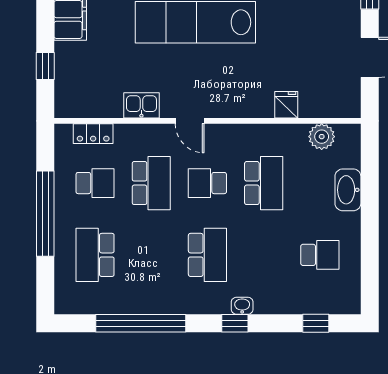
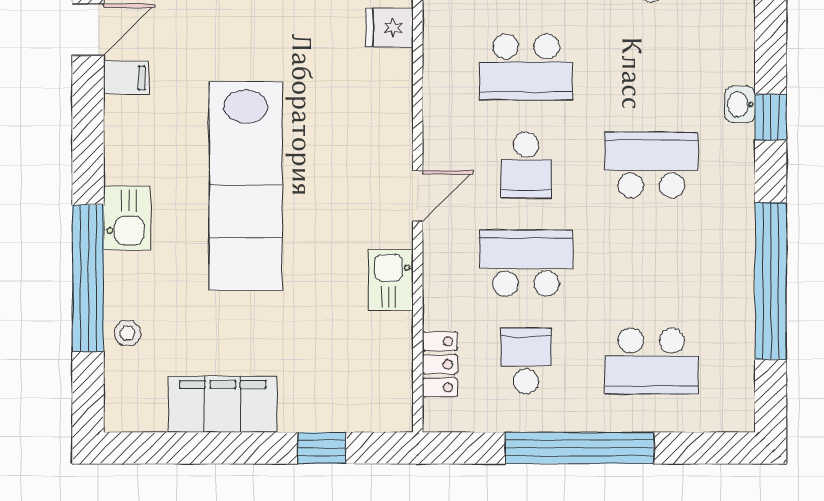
school desk: (264, 183) -> (526, 67), turned 180

